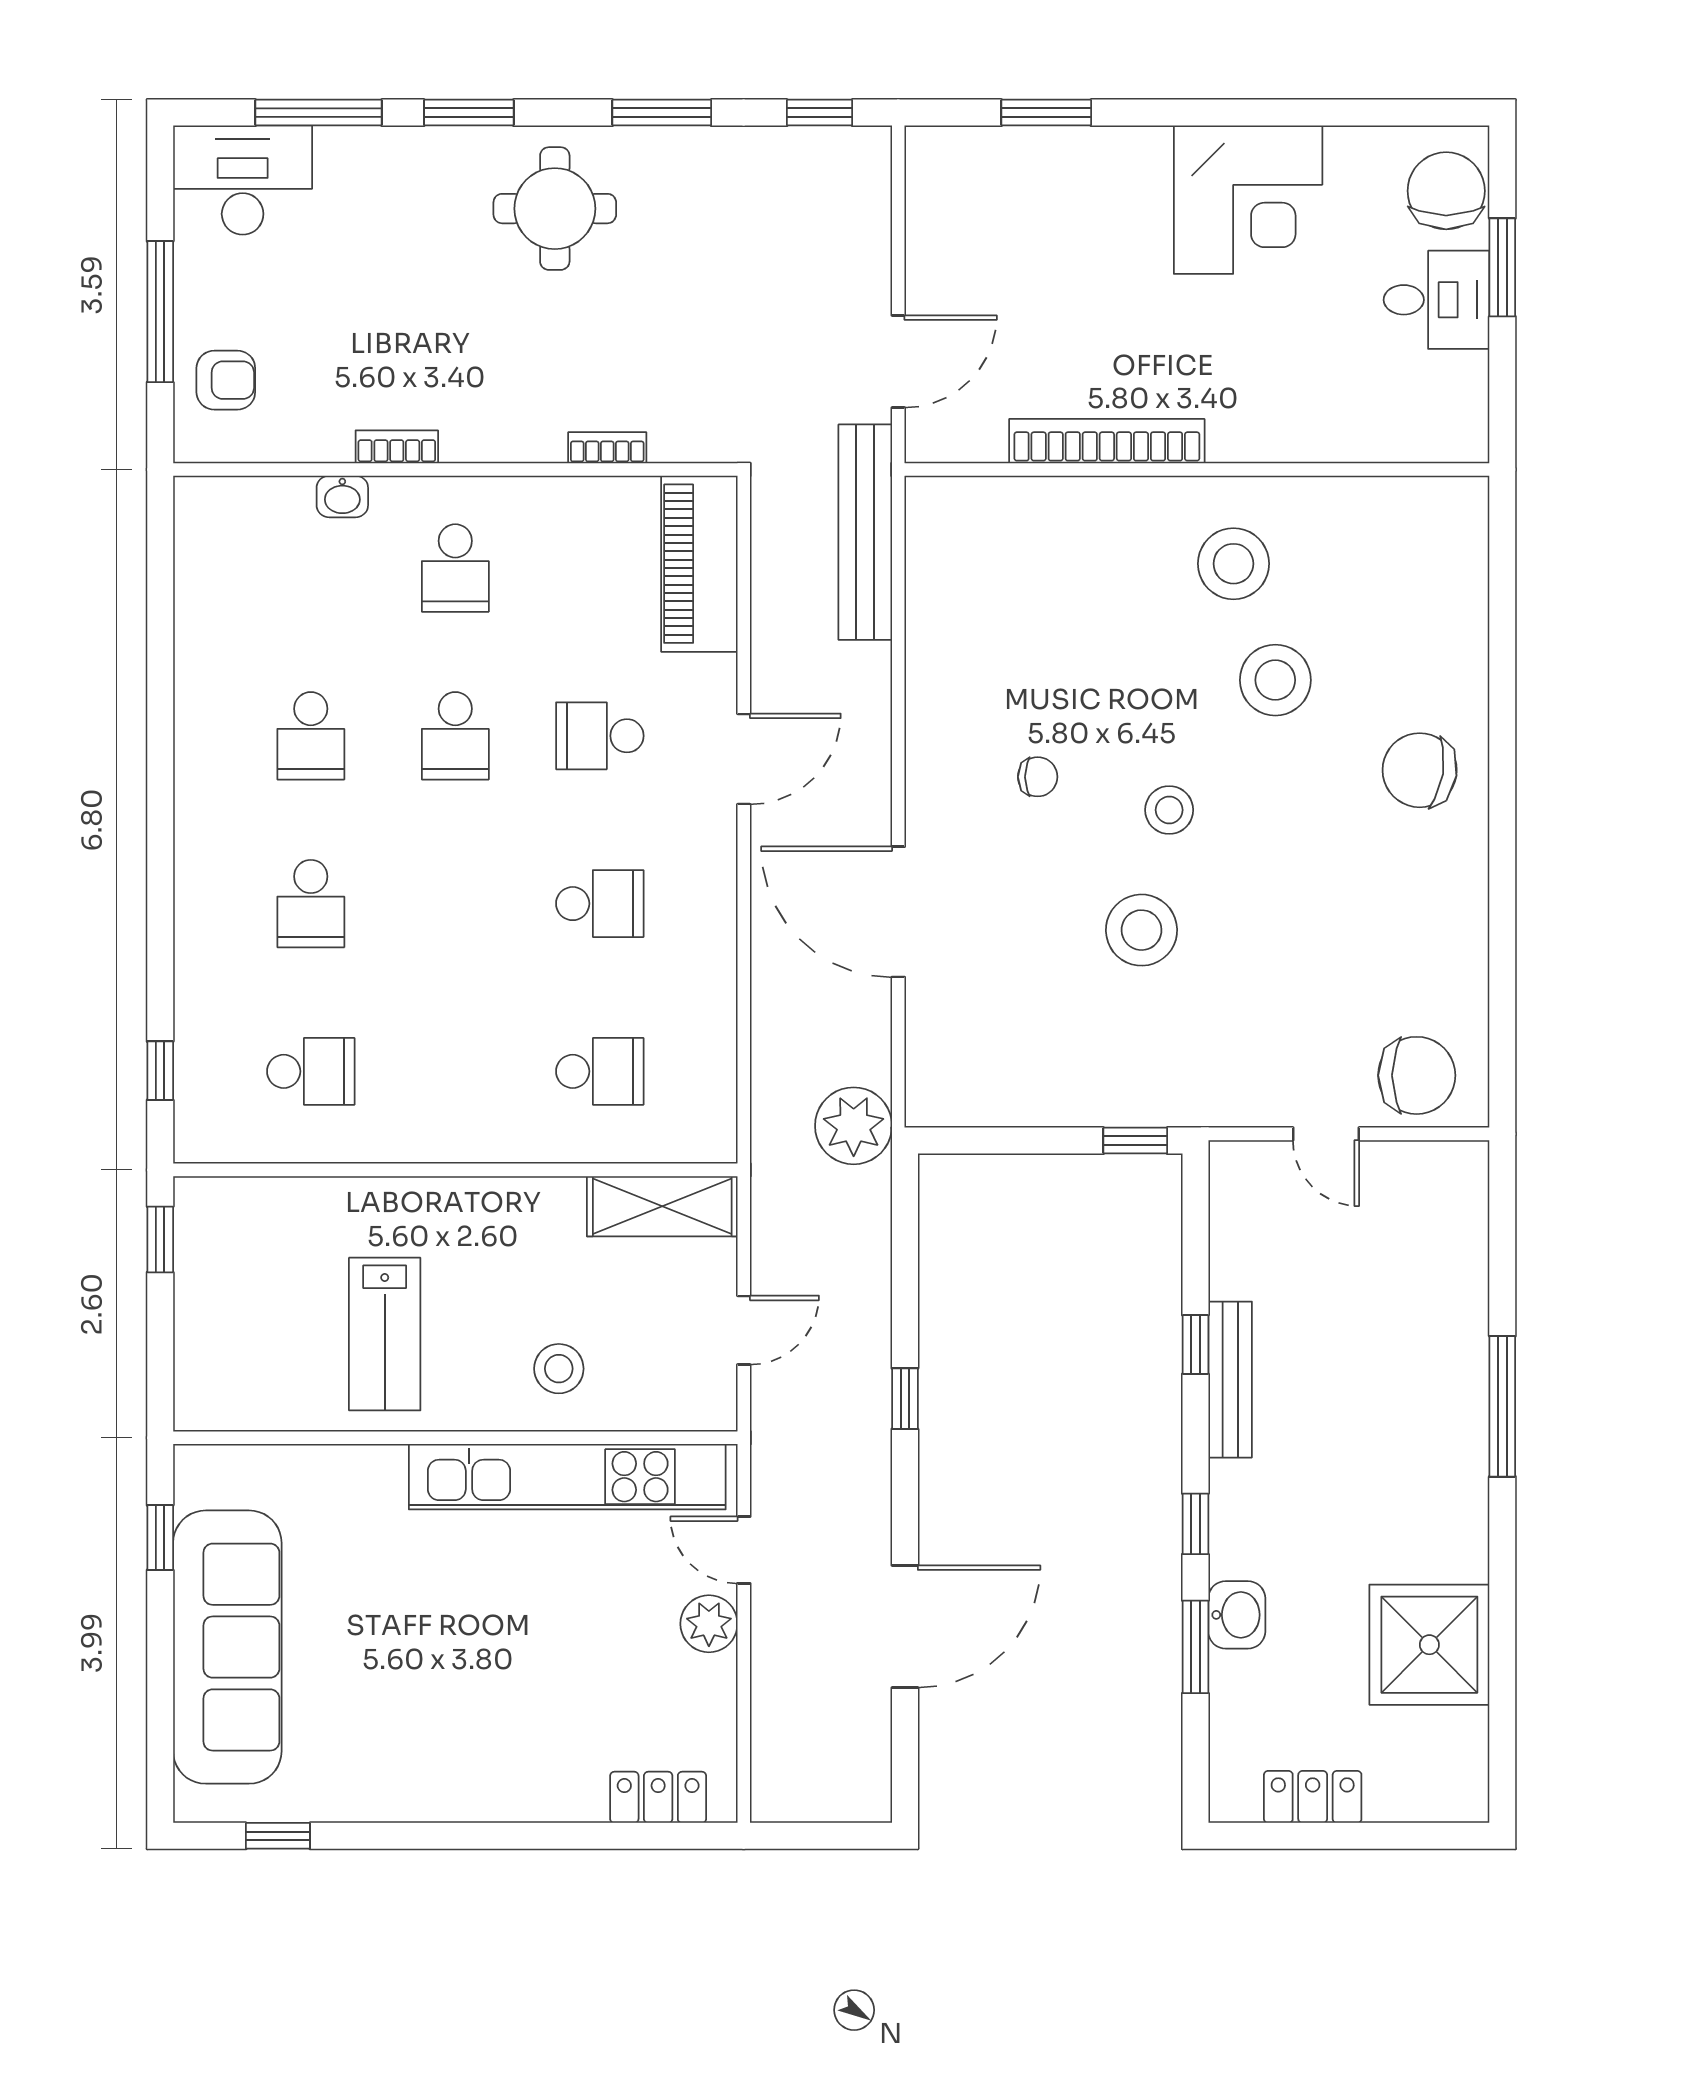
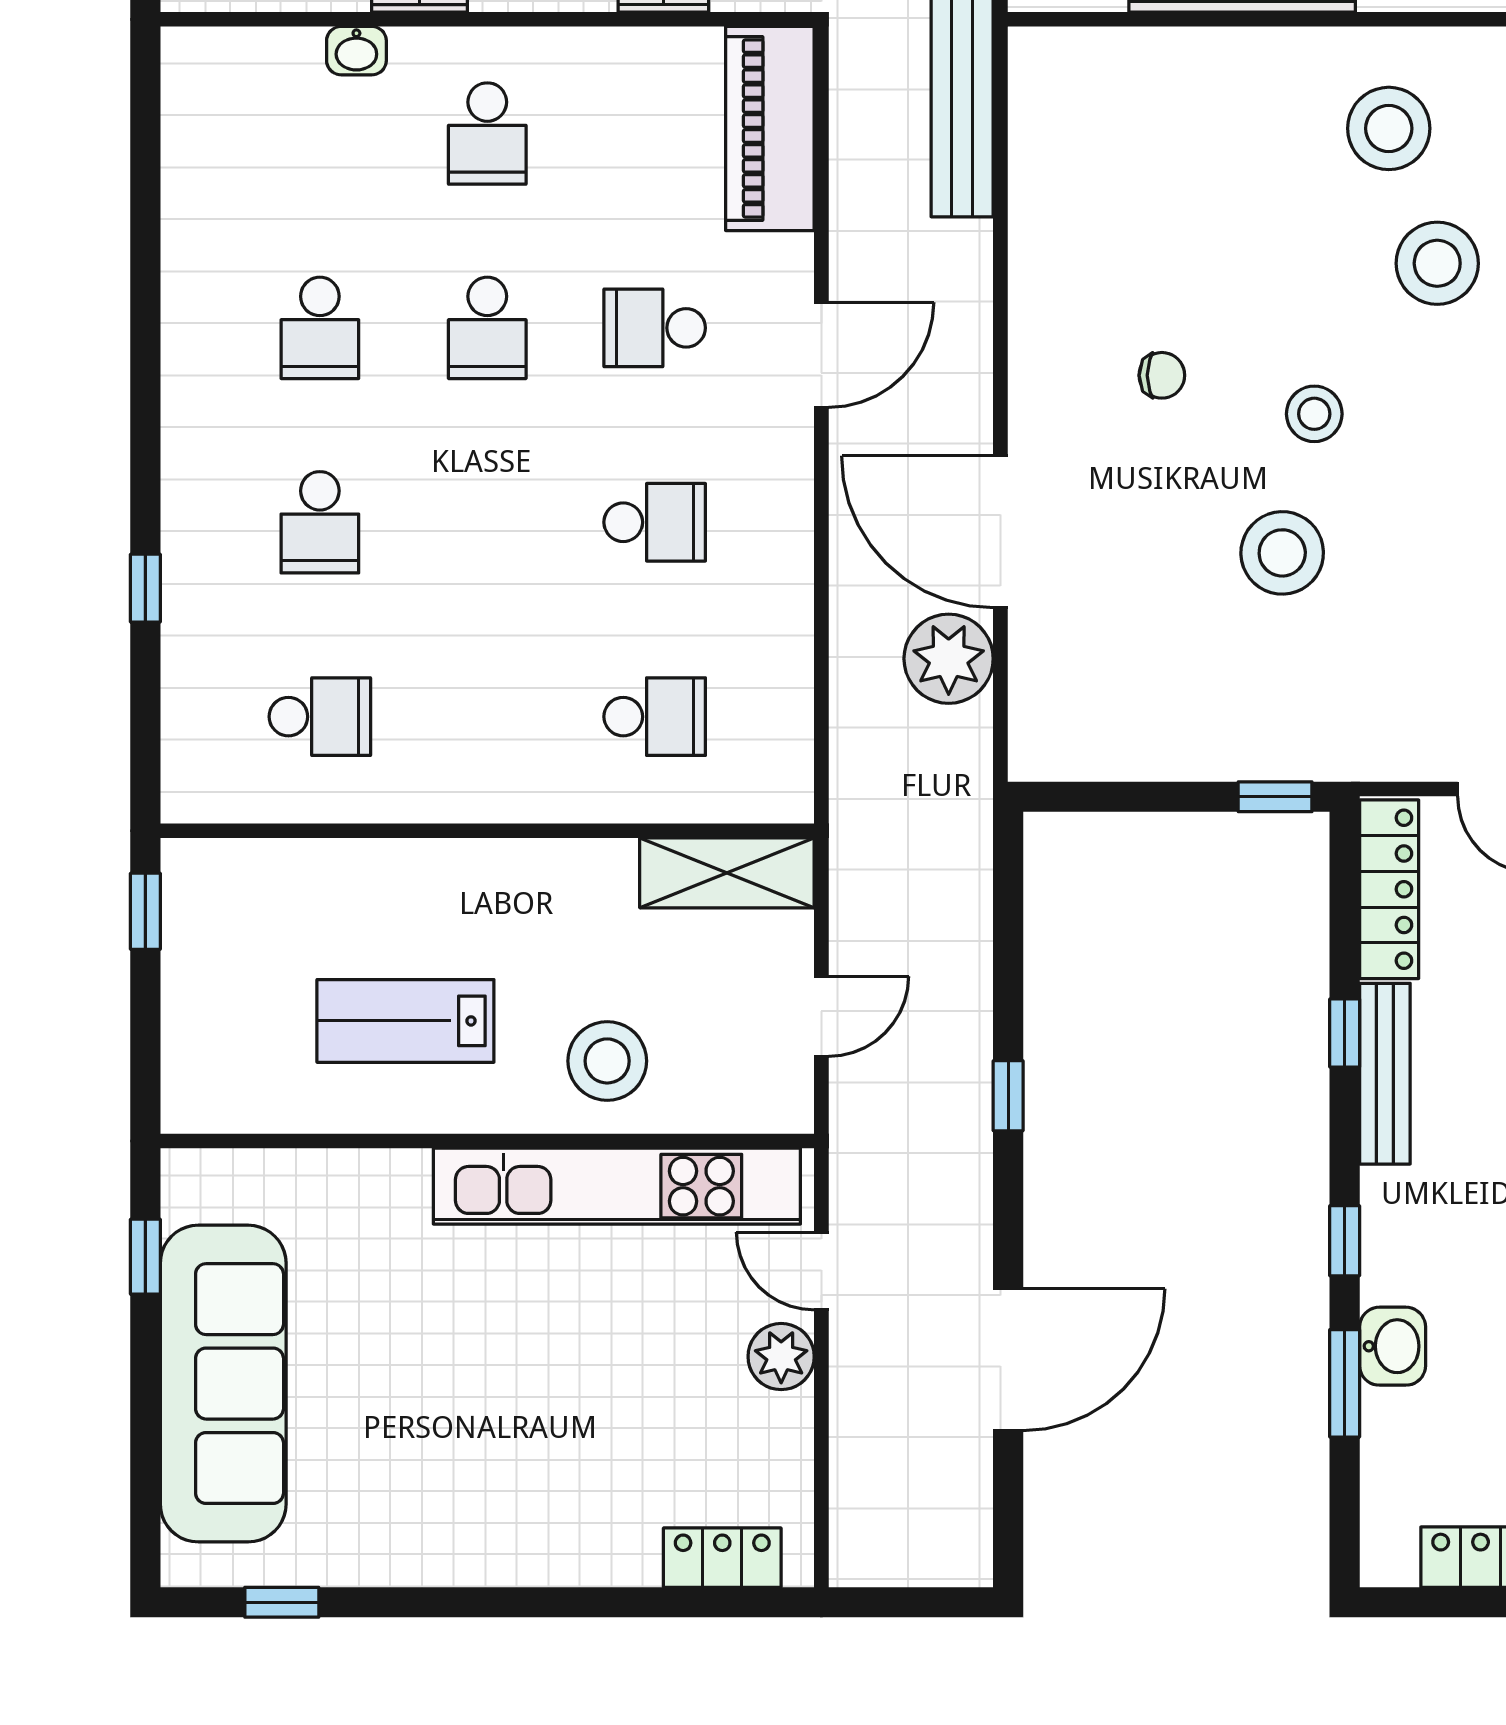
window: (160, 1071) -> (145, 588), moved
plant: (854, 1126) -> (949, 659), moved
locker: (1234, 1220) -> (1389, 889), added
lab bench: (385, 1334) -> (405, 1021), turned 90
stool: (559, 1369) -> (607, 1061), width x1.38, depth x1.38

